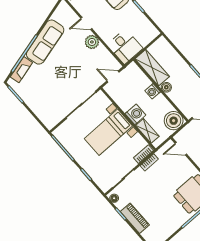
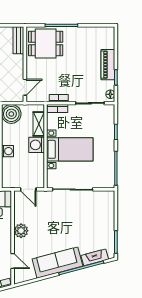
door: (86, 23) -> (13, 261), moved
door: (181, 149) -> (25, 87), hinge flipped

